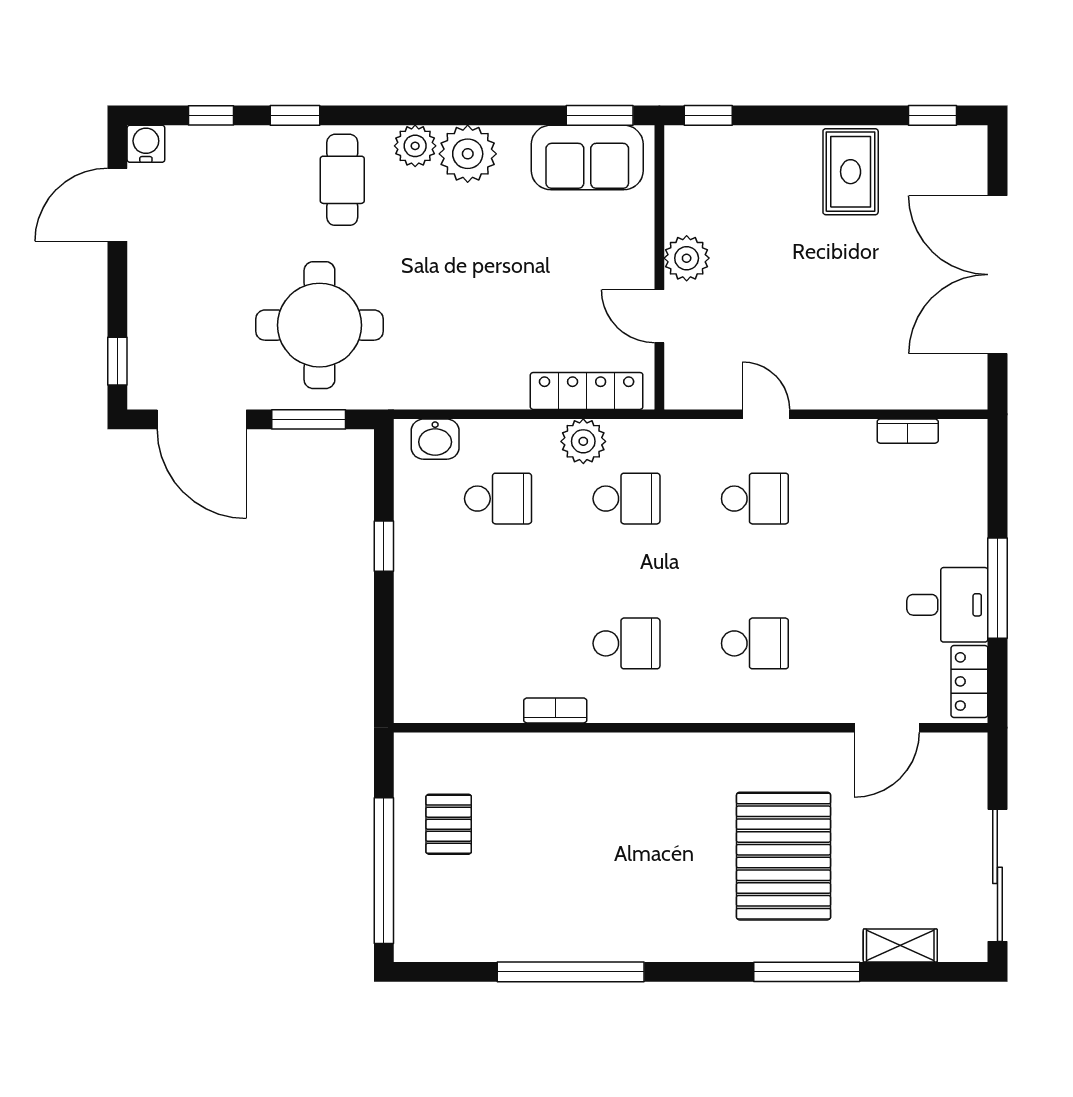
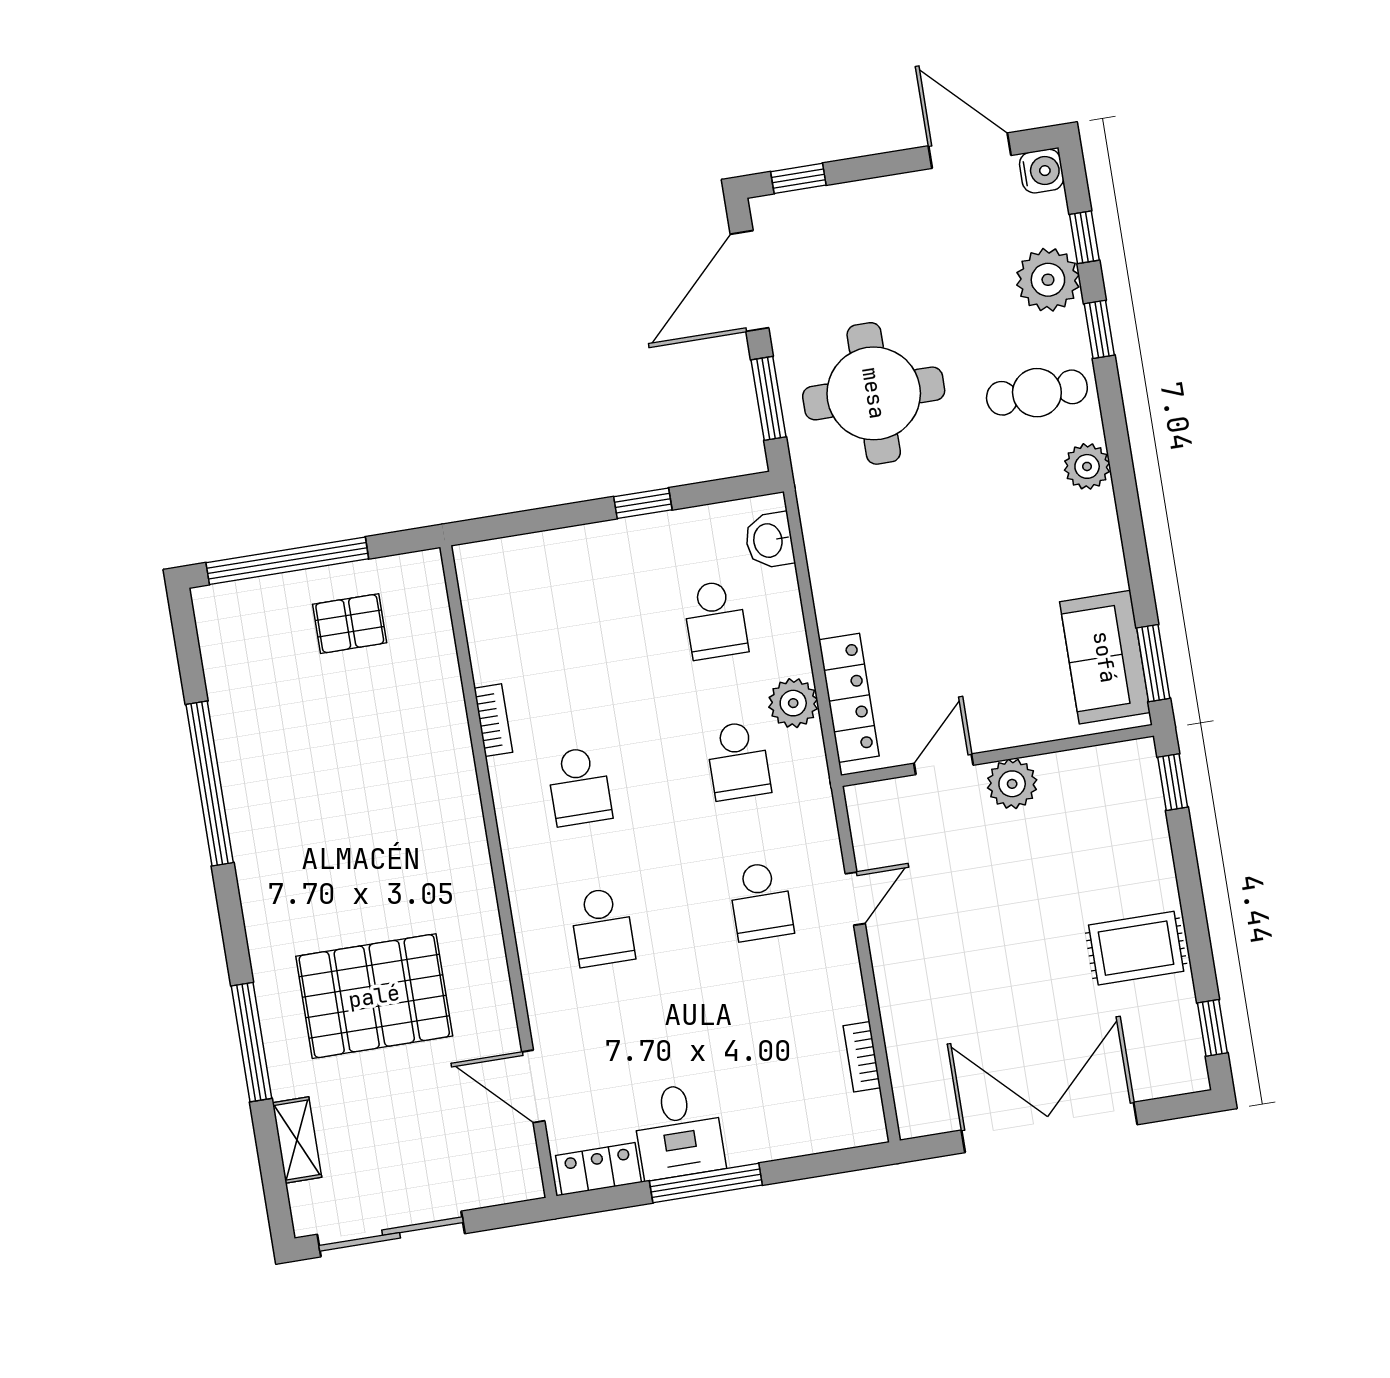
plant: (468, 154) -> (1048, 280), moved

